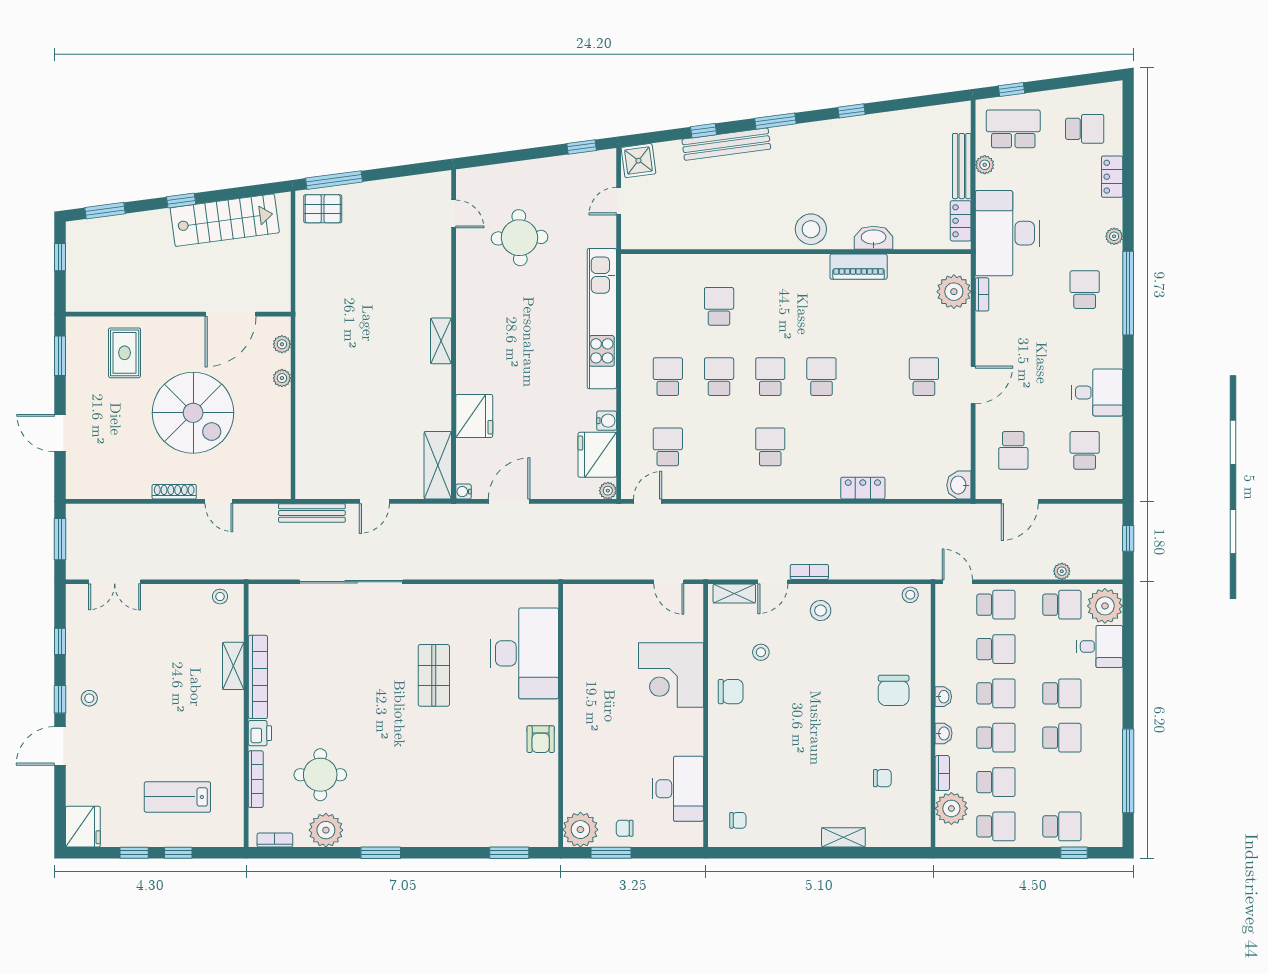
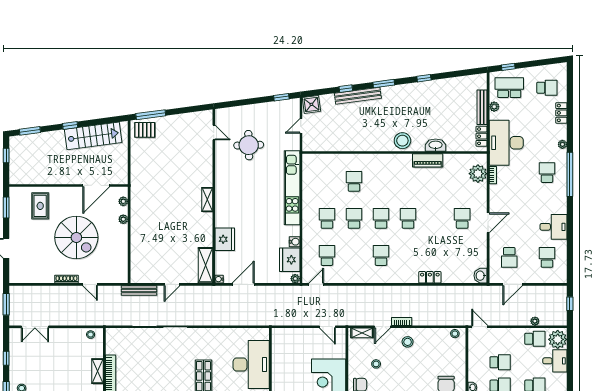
school desk: (996, 605) -> (500, 339), removed

